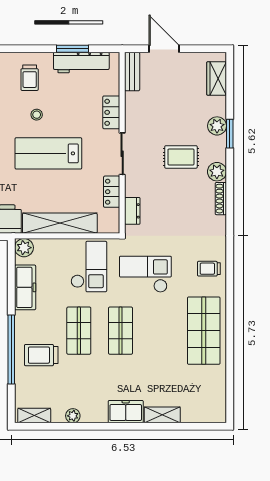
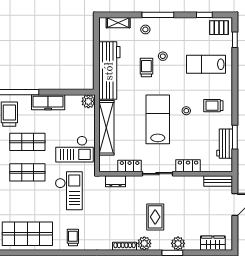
workbench: (81, 63) -> (225, 144), width x0.73
freezer: (25, 287) -> (48, 102), moved

